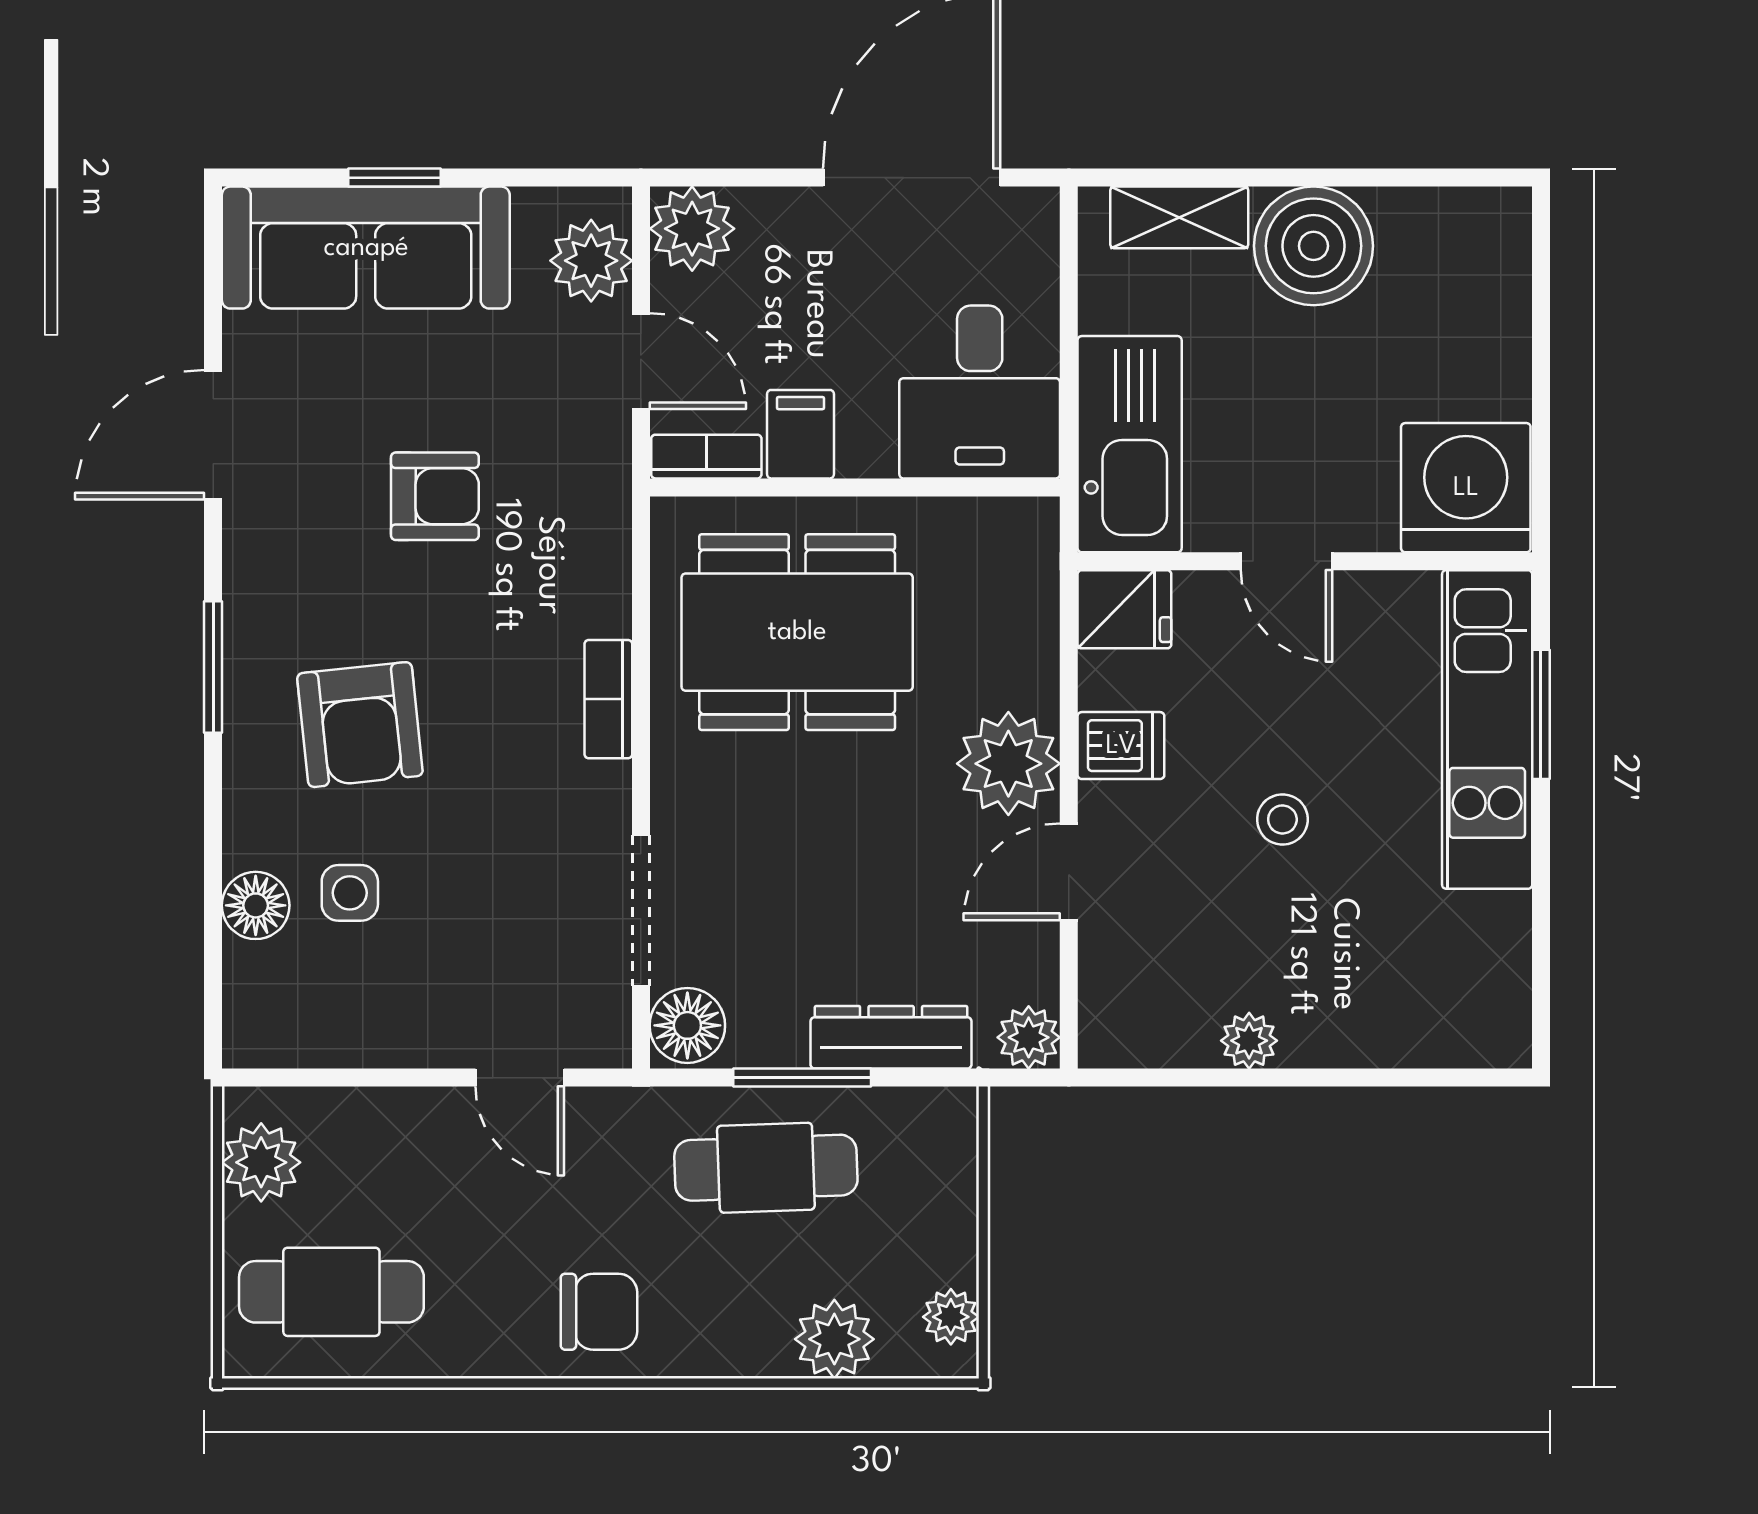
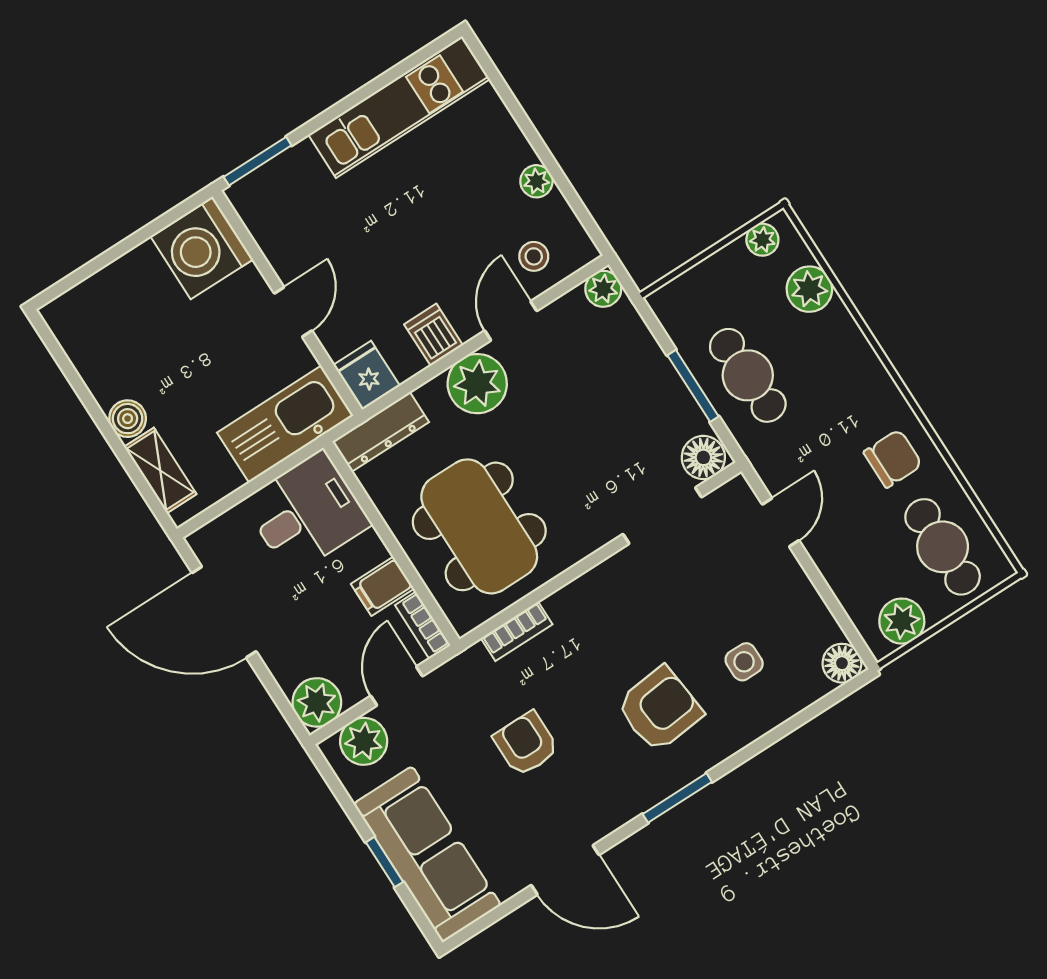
boiler: (1313, 246) -> (128, 419), width x0.54, depth x0.54
bookcase: (608, 699) -> (517, 631), moved
window: (1541, 714) -> (258, 161), moved
kitchen unit: (1487, 729) -> (399, 107), moved
stool: (1282, 819) -> (534, 256), moved
door: (1069, 872) -> (511, 321), swing flipped
floor lamp: (256, 905) -> (842, 663), moved
dresser: (891, 1037) -> (381, 432), moved, turned -90
chair: (599, 1312) -> (893, 459), moved, turned 90

